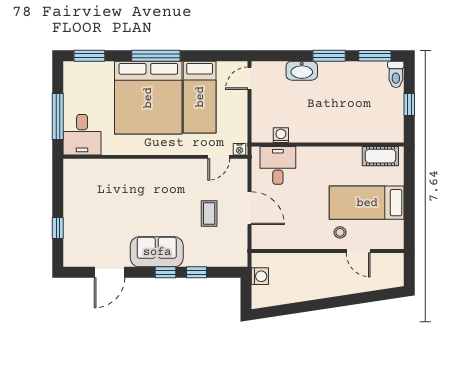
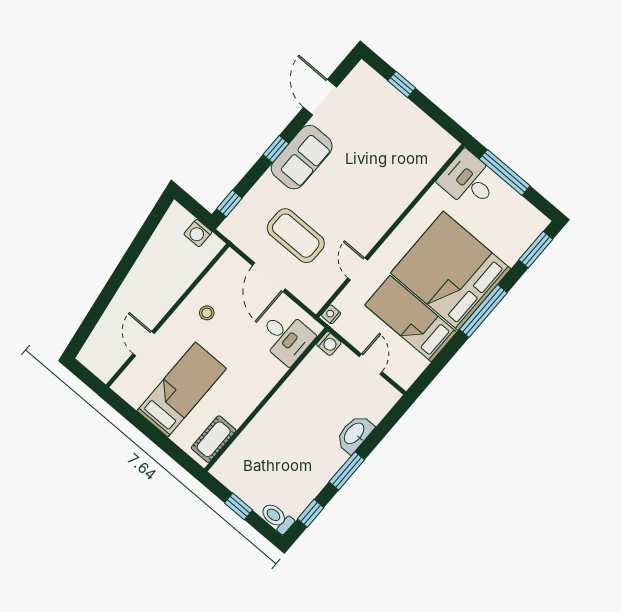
window: (375, 56) -> (311, 513), width x0.67
door: (249, 78) -> (371, 364), moved
washing machine: (281, 135) -> (329, 343), moved
door: (219, 157) -> (358, 269), moved
door: (249, 208) -> (269, 277), hinge flipped
coffee table: (209, 213) -> (296, 236), width x1.86, depth x1.72
stool: (340, 232) -> (207, 313), moved
door: (358, 251) -> (144, 344), hinge flipped
window: (197, 272) -> (229, 203), moved

